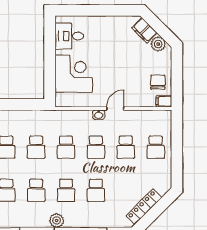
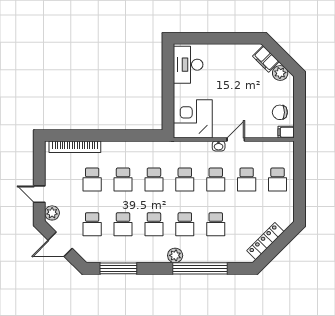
desk: (69, 36) -> (188, 65), width x1.37
corner desk: (74, 74) -> (193, 119), moved, turned -90
chair: (158, 82) -> (280, 112), turned -90

